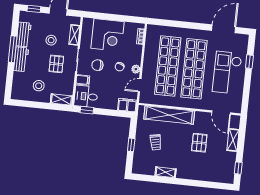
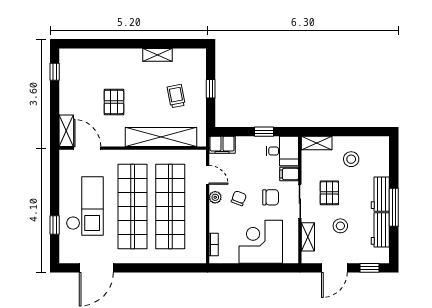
door: (140, 85) -> (208, 175), hinge flipped
window: (87, 110) -> (264, 132), moved
shelving: (233, 140) -> (66, 131), moved

